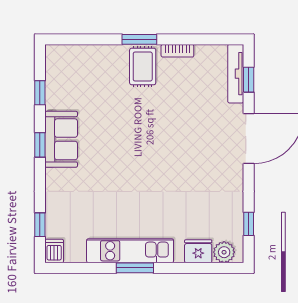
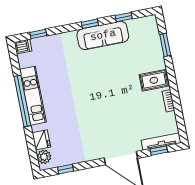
window: (139, 39) -> (165, 45), moved
sofa: (61, 139) -> (103, 35), width x1.36
window: (135, 268) -> (22, 101), width x2.11

